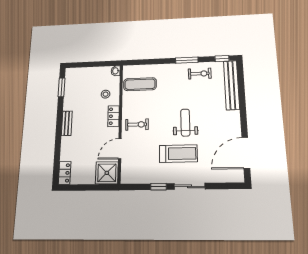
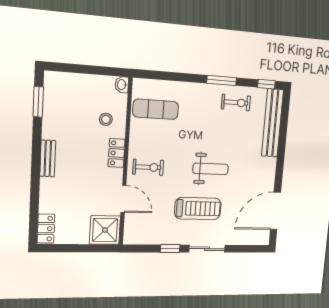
weight bench: (185, 123) -> (211, 169), turned 90
door: (120, 149) -> (123, 199), swing flipped

